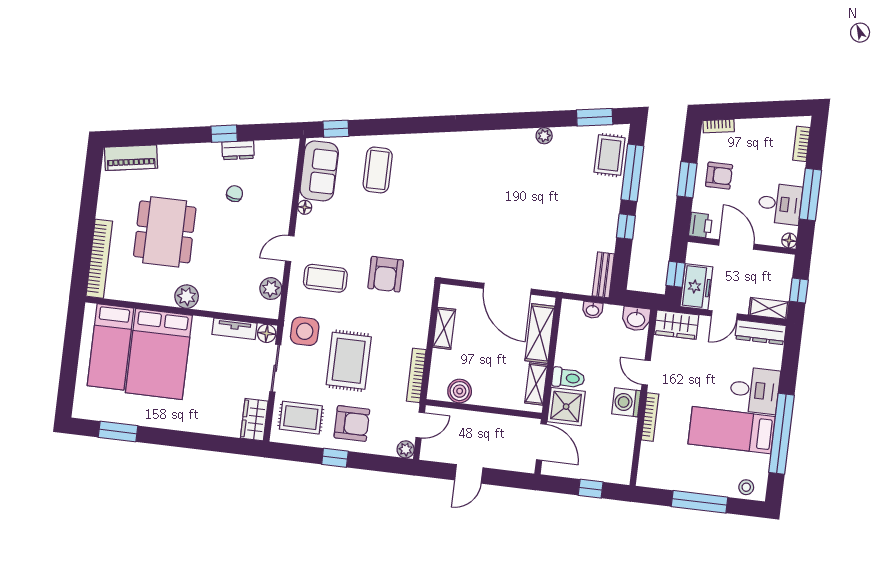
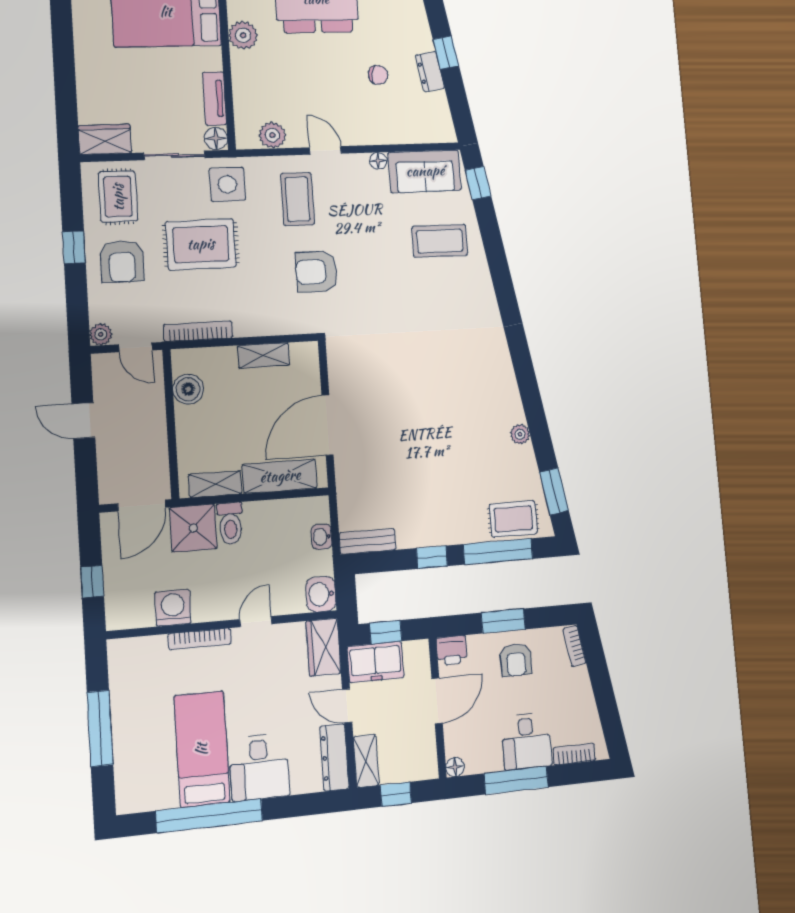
desk: (780, 204) -> (527, 741), moved
washing machine: (626, 402) -> (173, 608), moved
stool: (746, 487) -> (131, 786), removed

